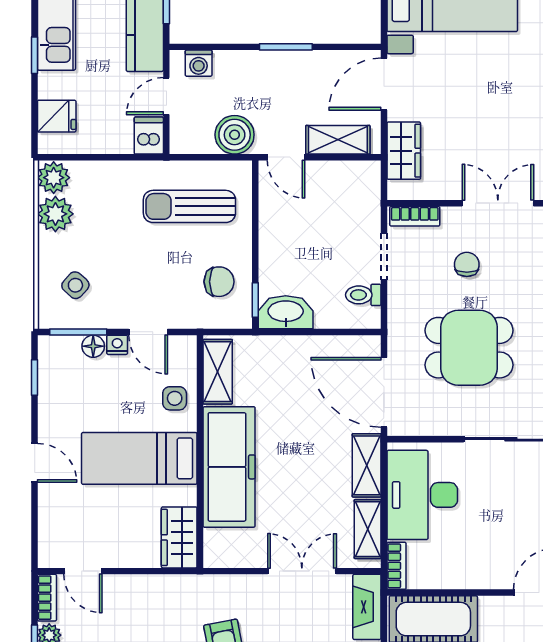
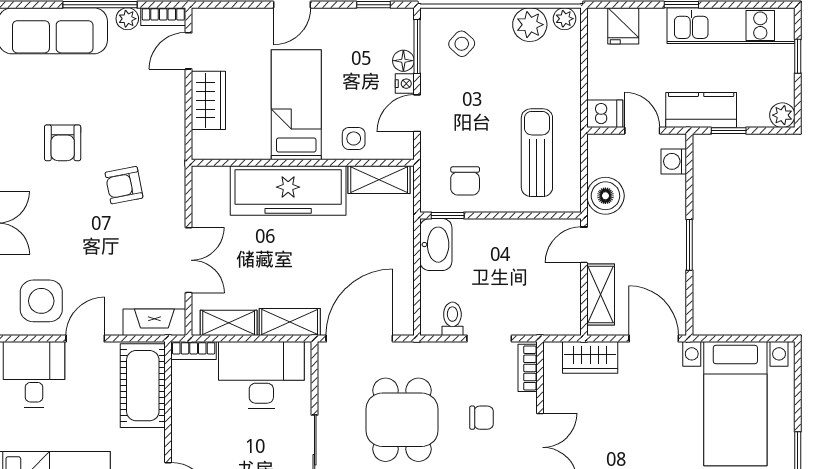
plant: (54, 178) -> (564, 19), width x0.73, depth x0.73
wardrobe: (179, 537) -> (208, 100), moved, turned 90

